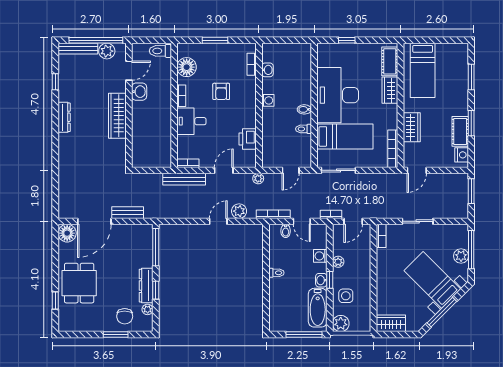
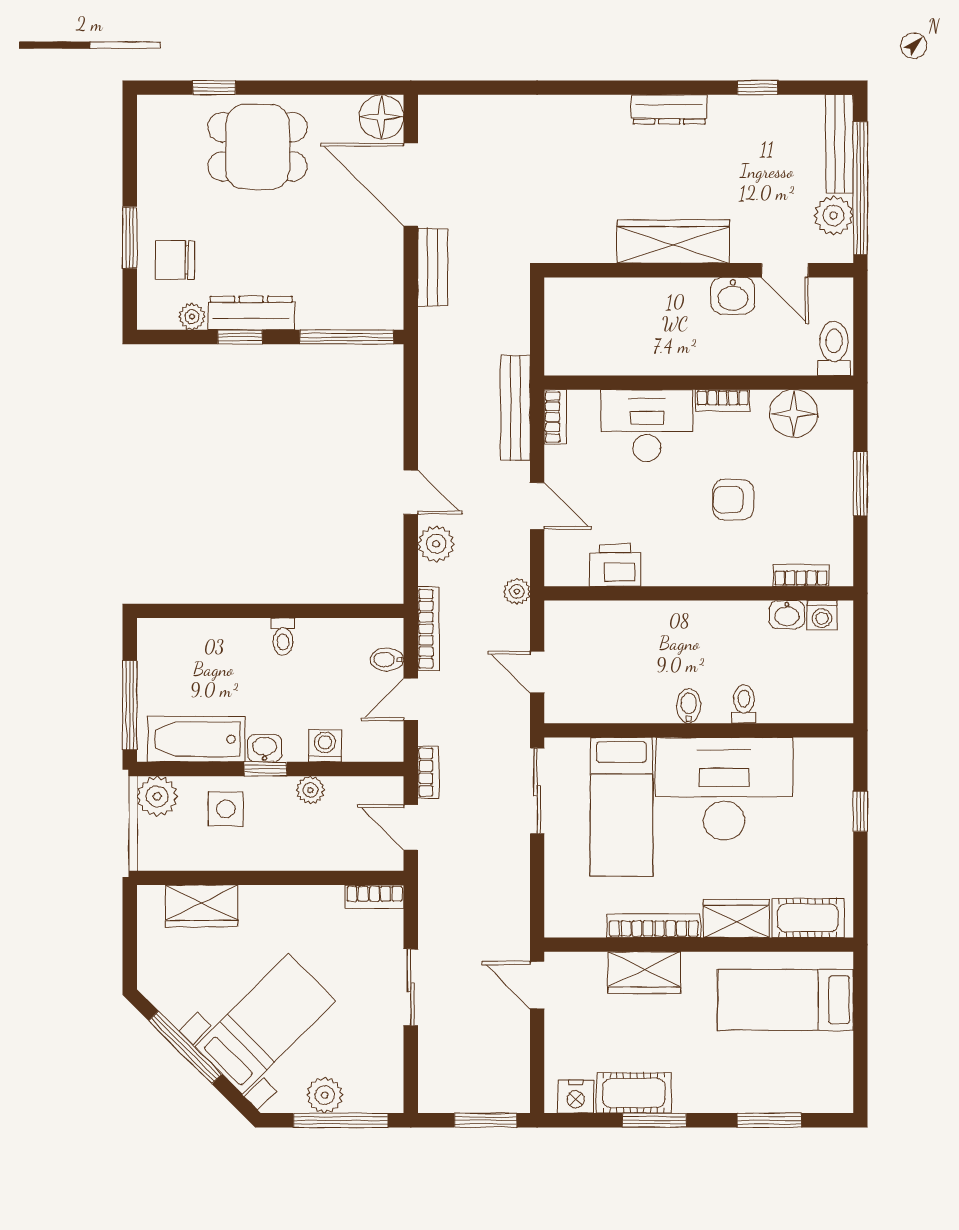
washing machine: (268, 100) -> (822, 615), moved
desk: (191, 121) -> (647, 426), width x1.37
toilet: (304, 129) -> (744, 704), moved
bookcase: (393, 149) -> (654, 926), moved
wardrobe: (391, 323) -> (202, 906), moved, turned 90

